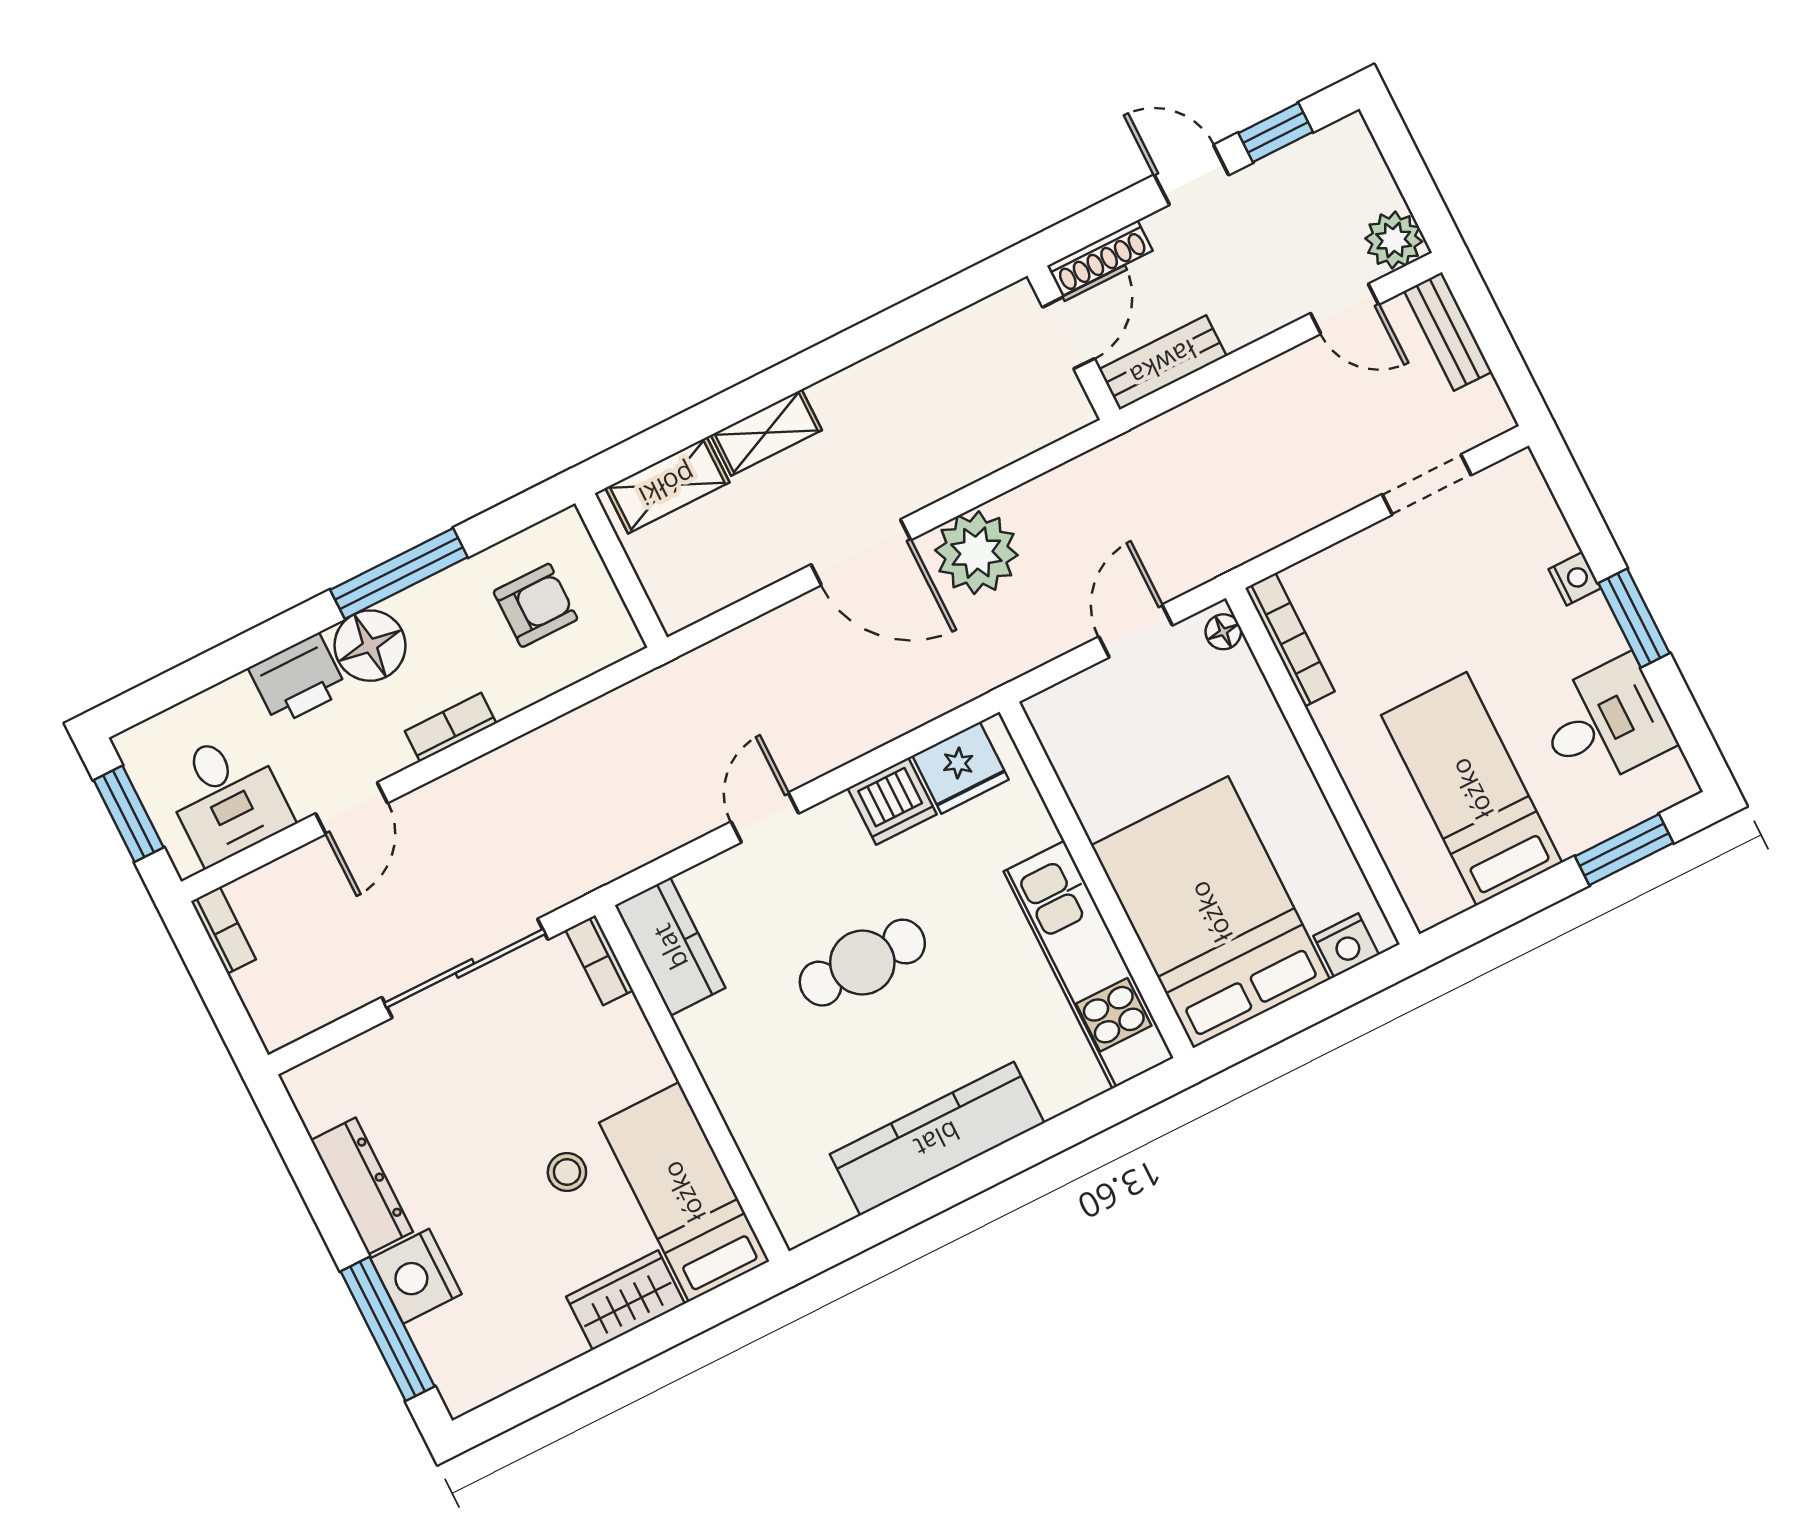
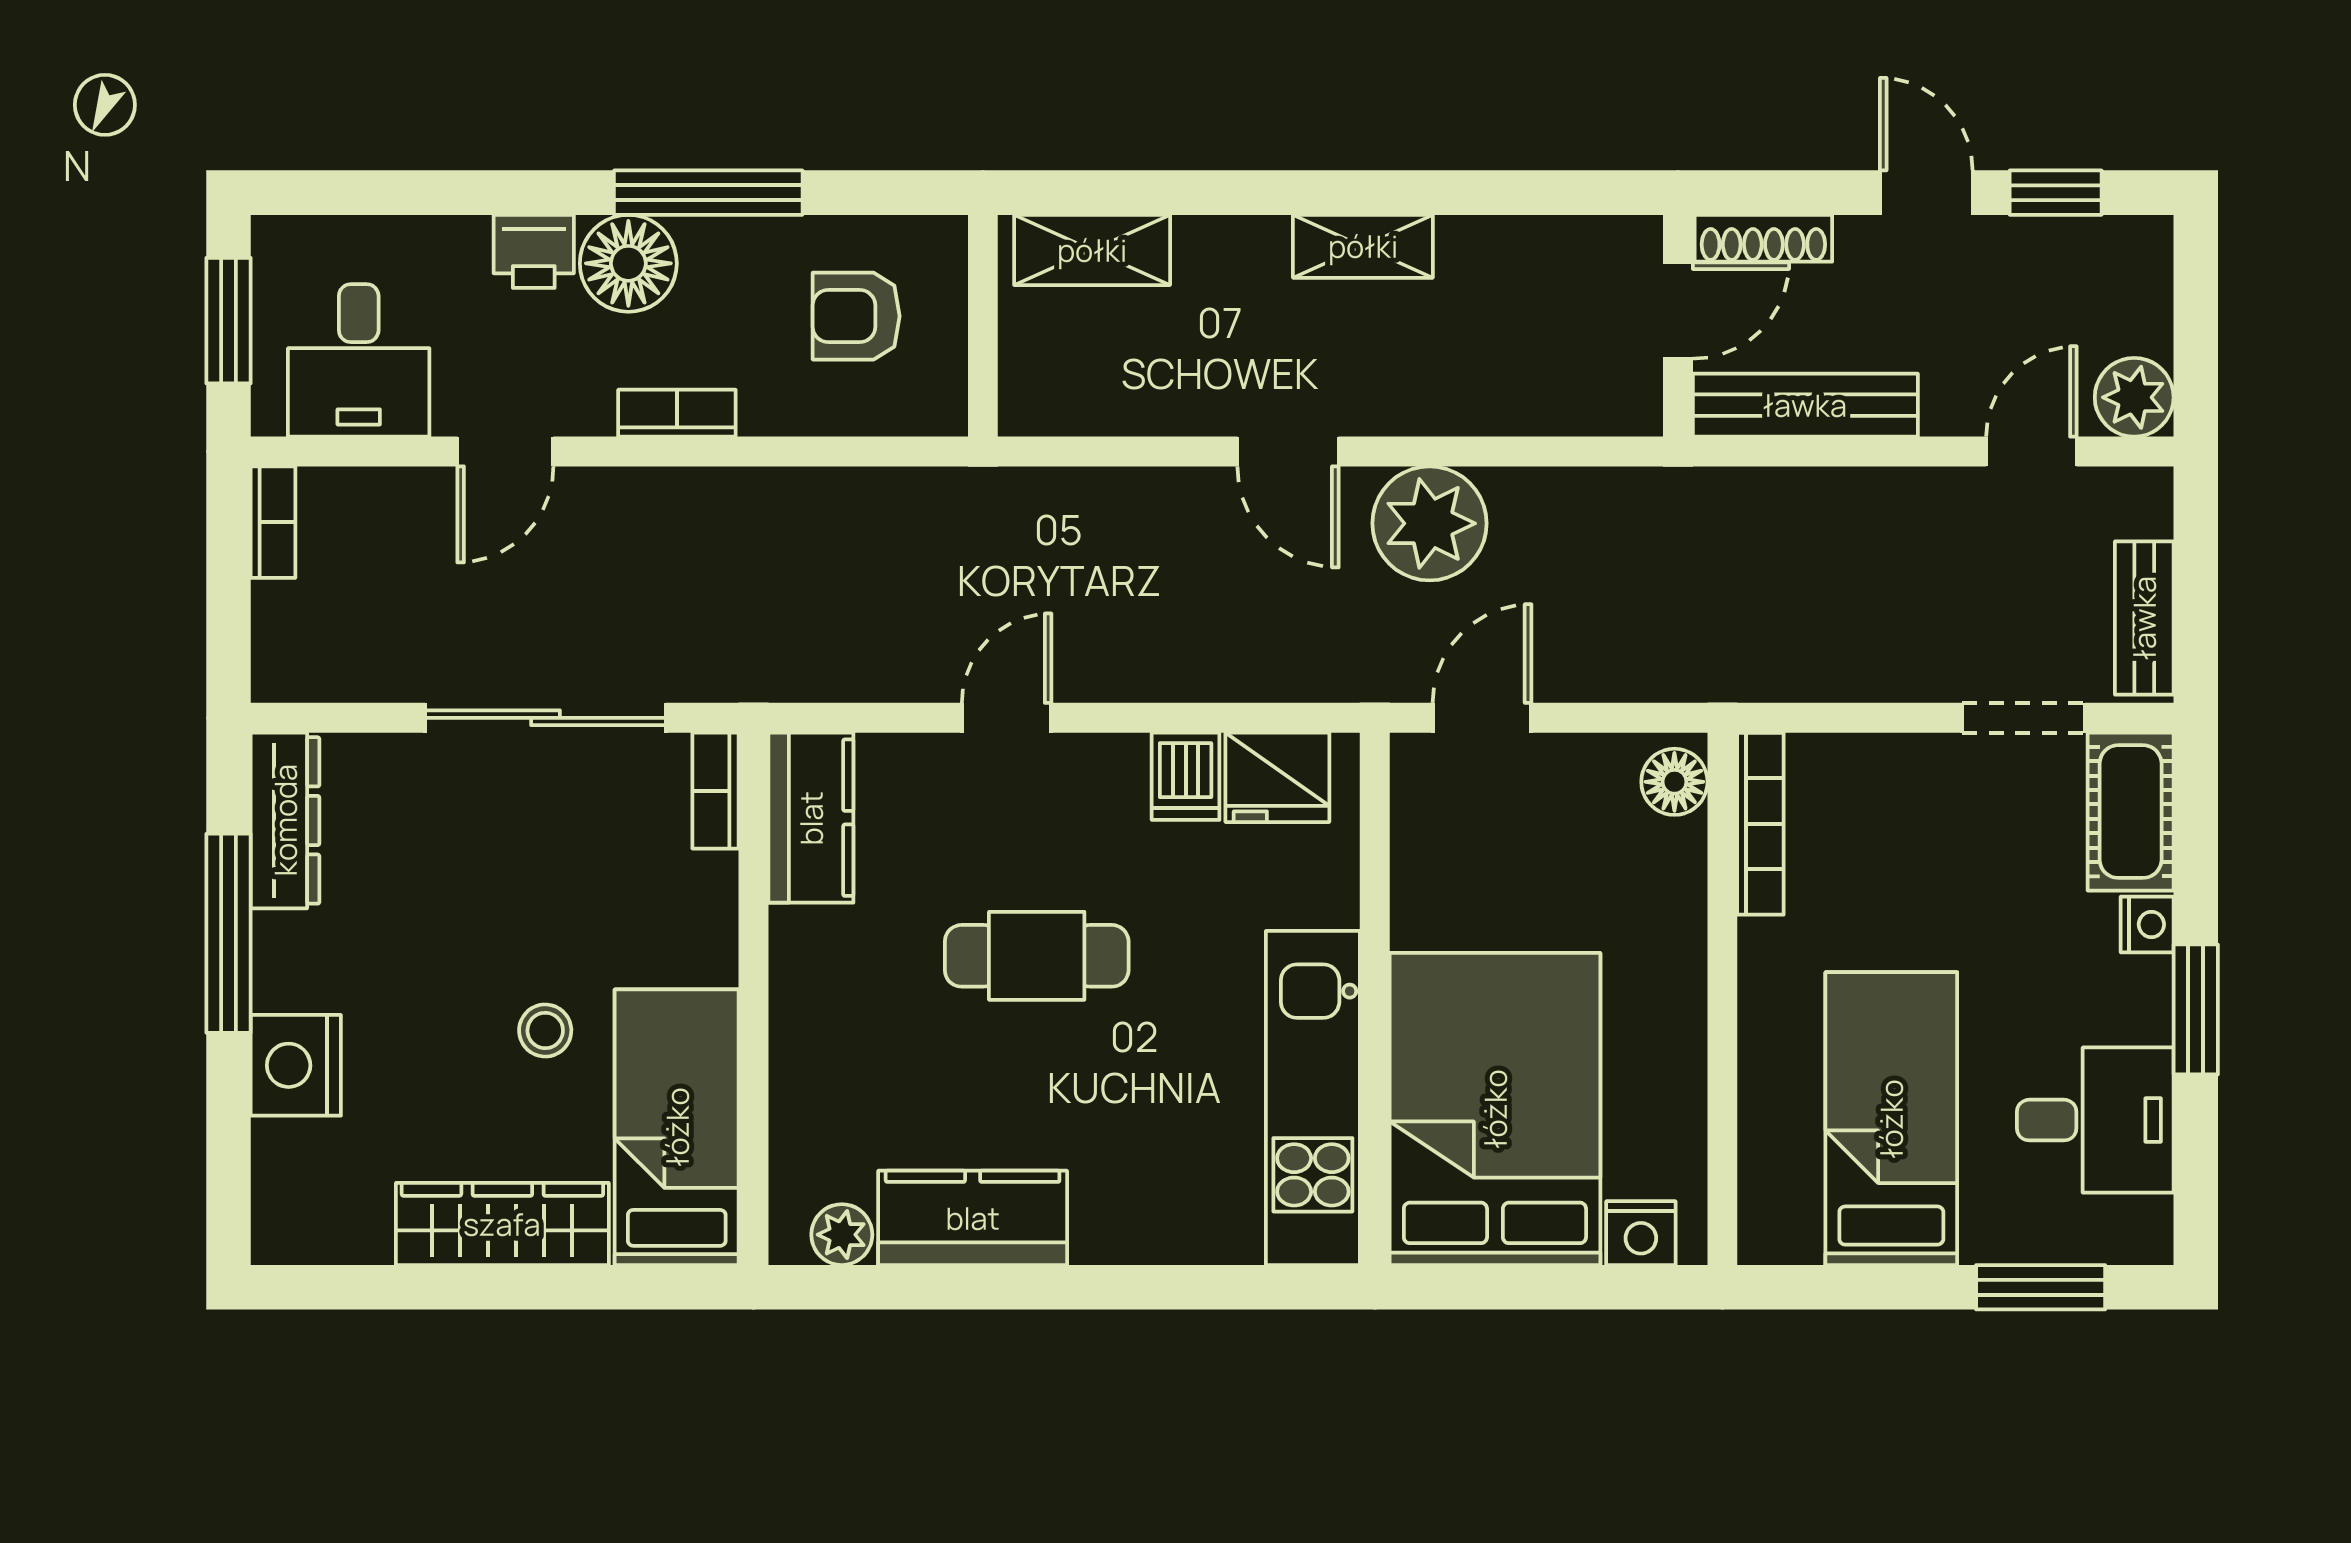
door: (1345, 309) -> (2031, 452), swing flipped
bench: (1448, 331) -> (2144, 618), moved
bench: (1163, 363) -> (1805, 405), width x1.36
shelving: (766, 432) -> (1363, 246), moved
cot: (1527, 511) -> (2131, 812), added
door: (861, 552) -> (1288, 452), width x0.73
armchair: (536, 605) -> (856, 316), turned 180
door: (1136, 631) -> (1482, 718), moved
floor lamp: (1223, 632) -> (1674, 782), width x1.37, depth x1.37
printer: (298, 679) -> (534, 251), width x0.73, depth x0.81
dishwasher: (892, 801) -> (1186, 776), width x0.73
kitchen counter: (937, 1139) -> (973, 1218), width x0.67
dresser: (362, 1186) -> (285, 820), moved
plant: (827, 1208) -> (842, 1235), added
wardrobe: (626, 1300) -> (502, 1224), width x1.50
window: (388, 1329) -> (228, 933), moved

